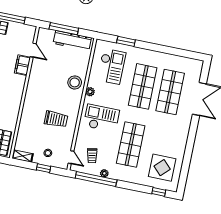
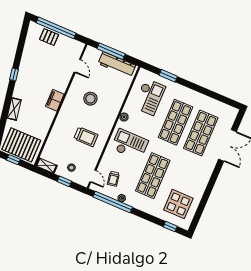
filing cabinet: (22, 65) -> (55, 100), moved
stool: (75, 82) -> (90, 99), moved

